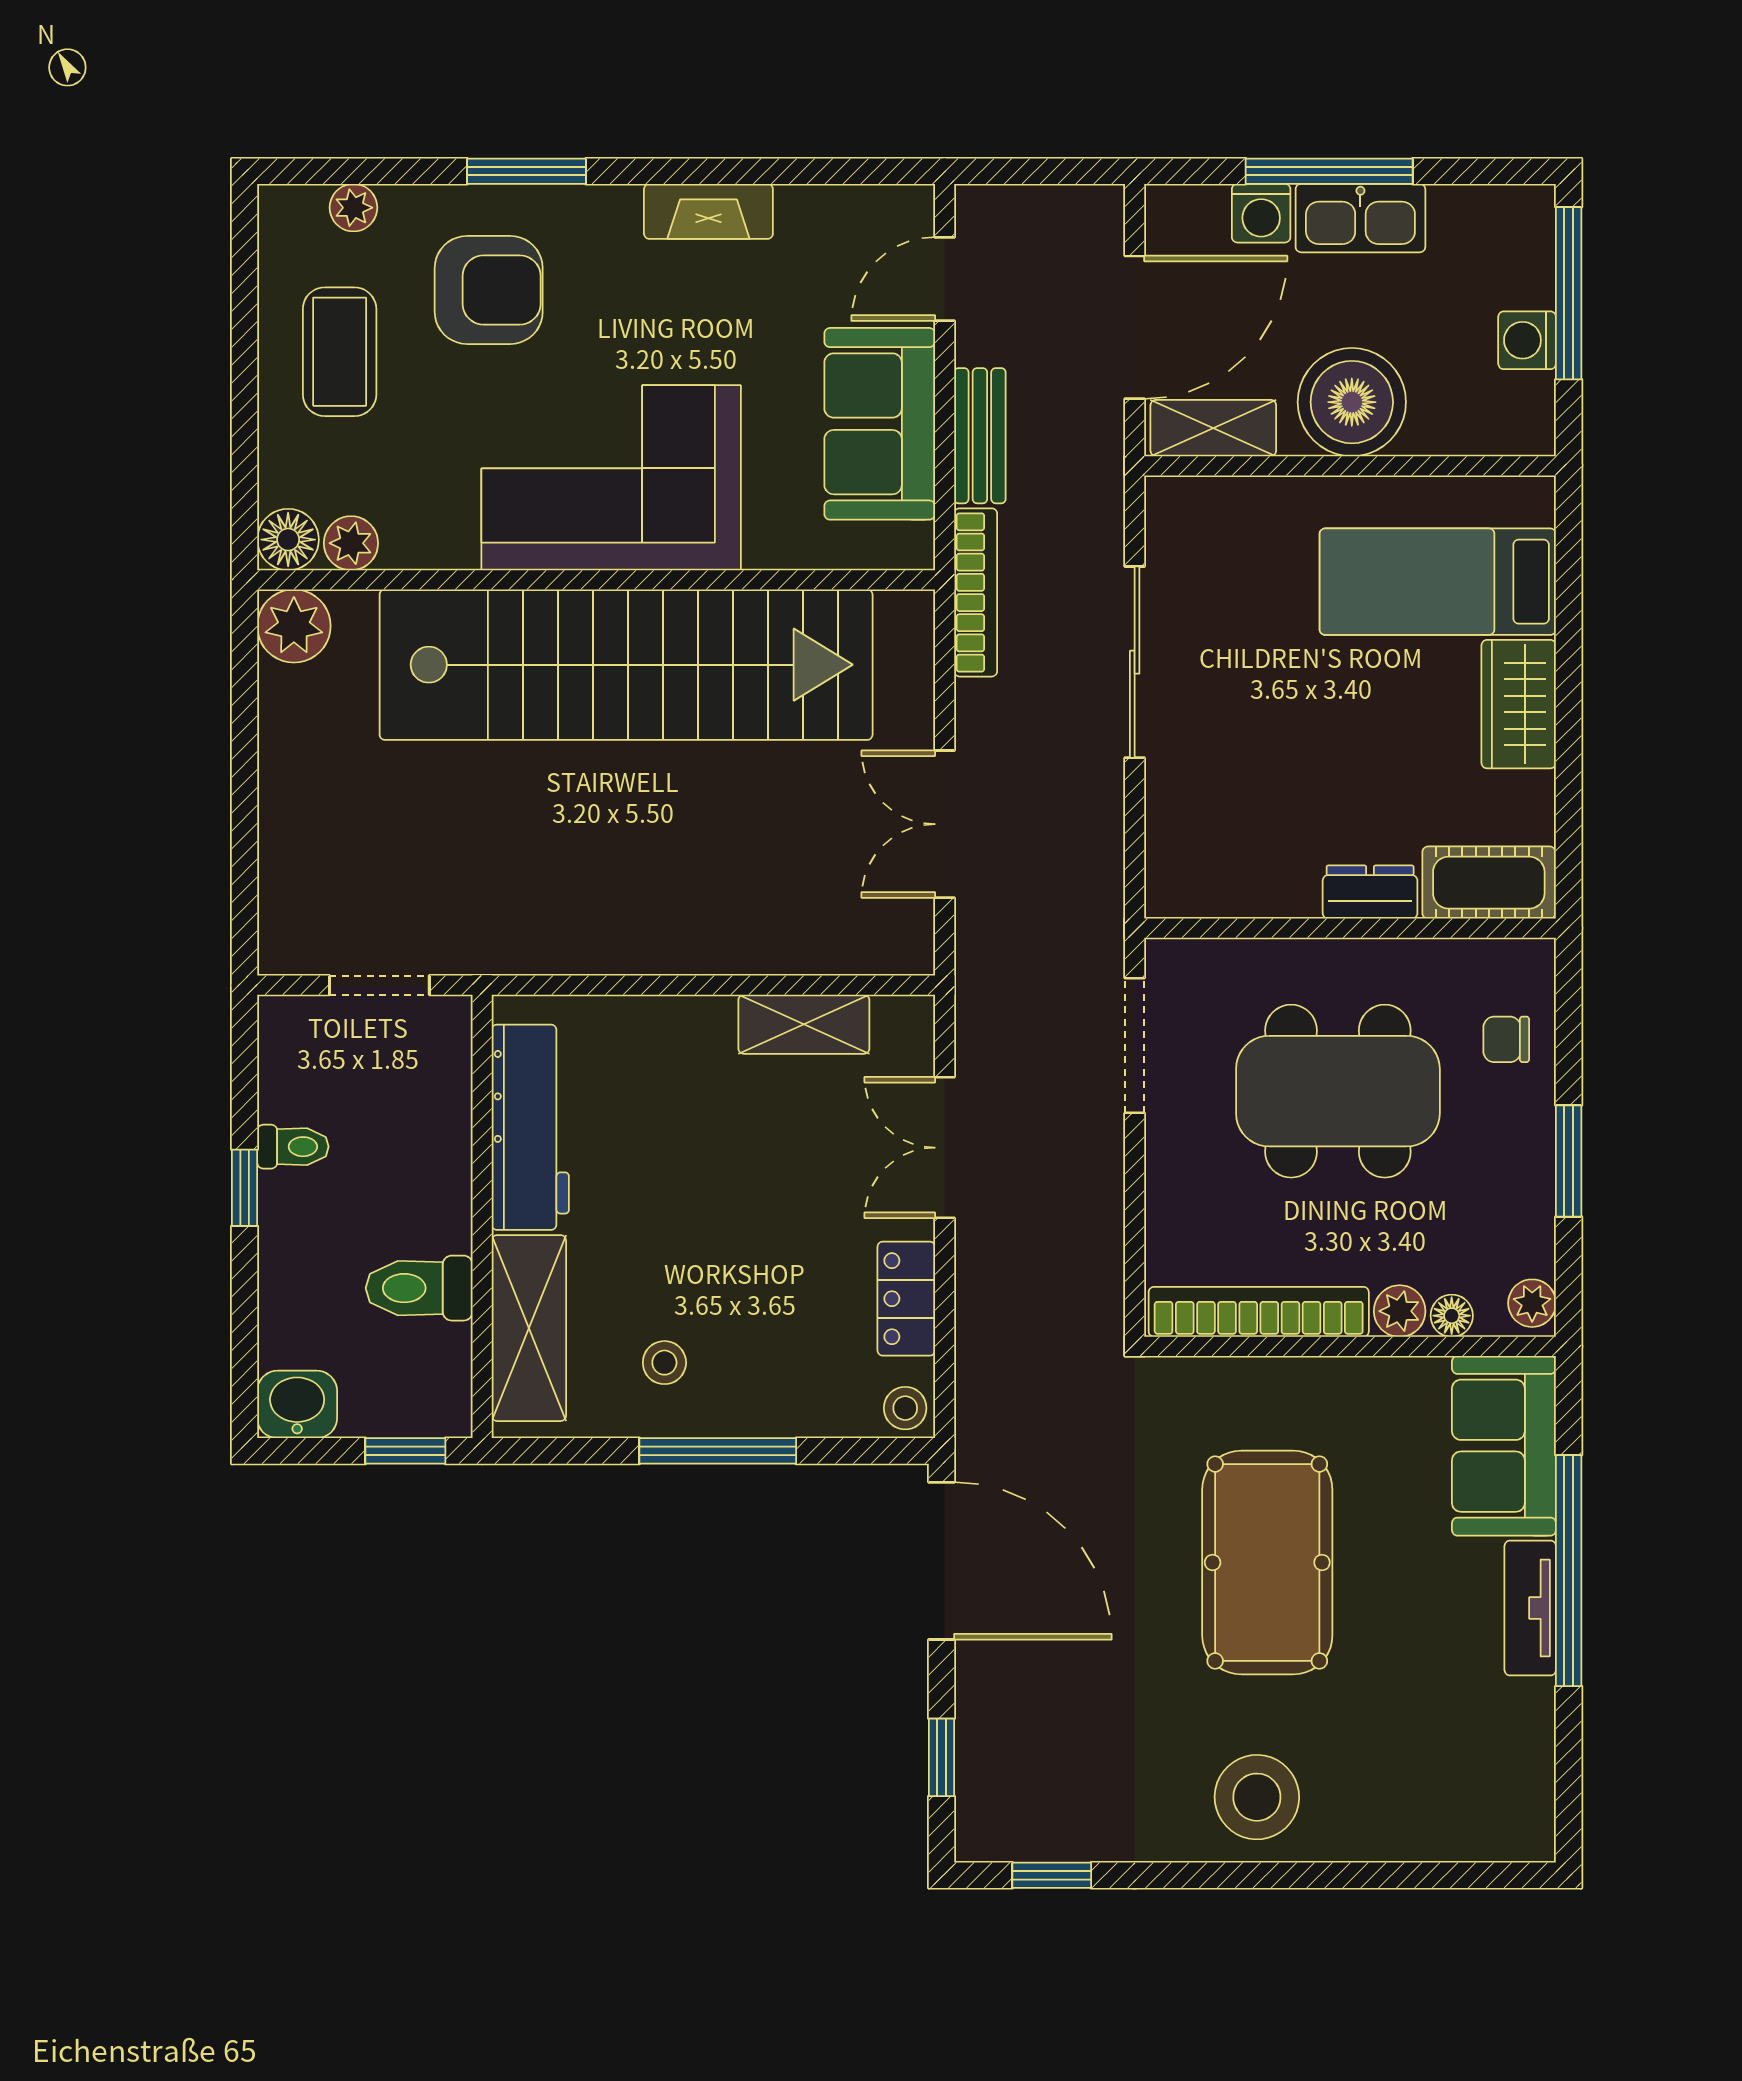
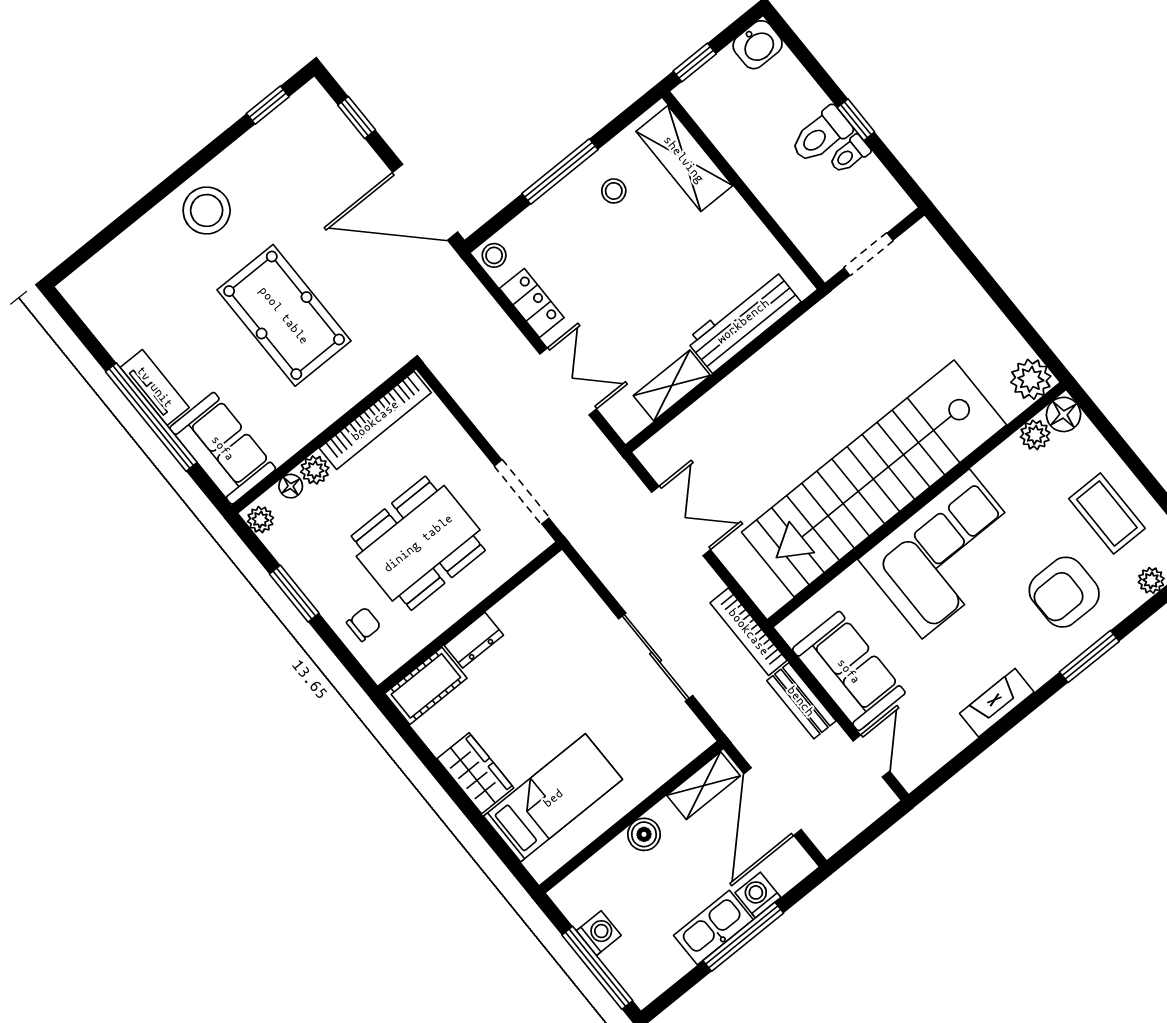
boiler: (1352, 402) -> (644, 834), width x0.54, depth x0.54
workbench: (530, 1127) -> (743, 321), moved, turned 90
toilet: (419, 1288) -> (821, 135), moved, turned 180

